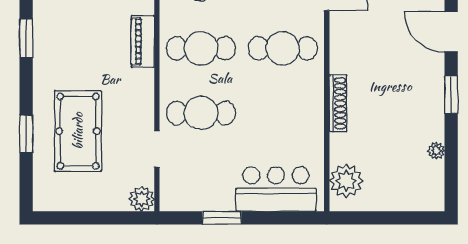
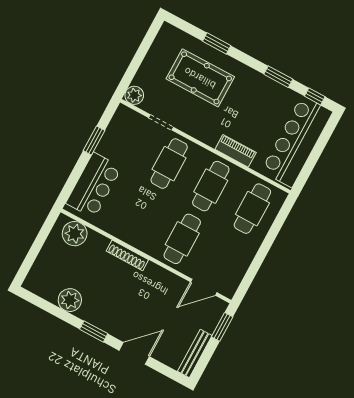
plant: (436, 151) -> (70, 300), width x1.88, depth x1.88

